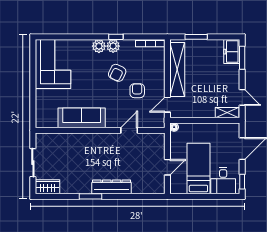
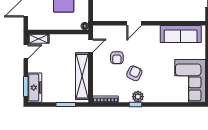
plant: (99, 46) -> (150, 97), removed
freezer: (232, 52) -> (35, 88), width x1.40
door: (242, 97) -> (26, 52), swing flipped
sofa: (82, 118) -> (181, 34), moved
door: (129, 130) -> (134, 23), moved

